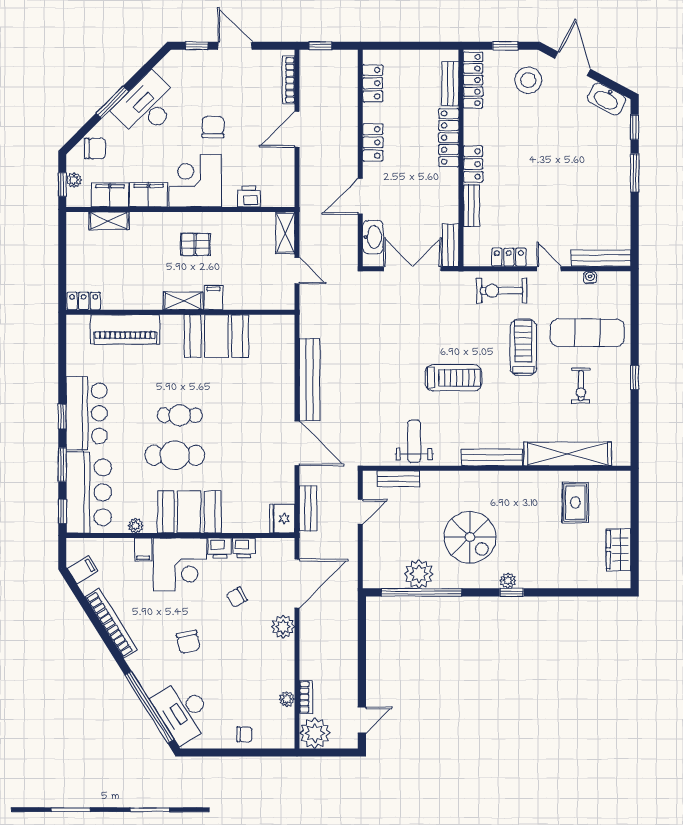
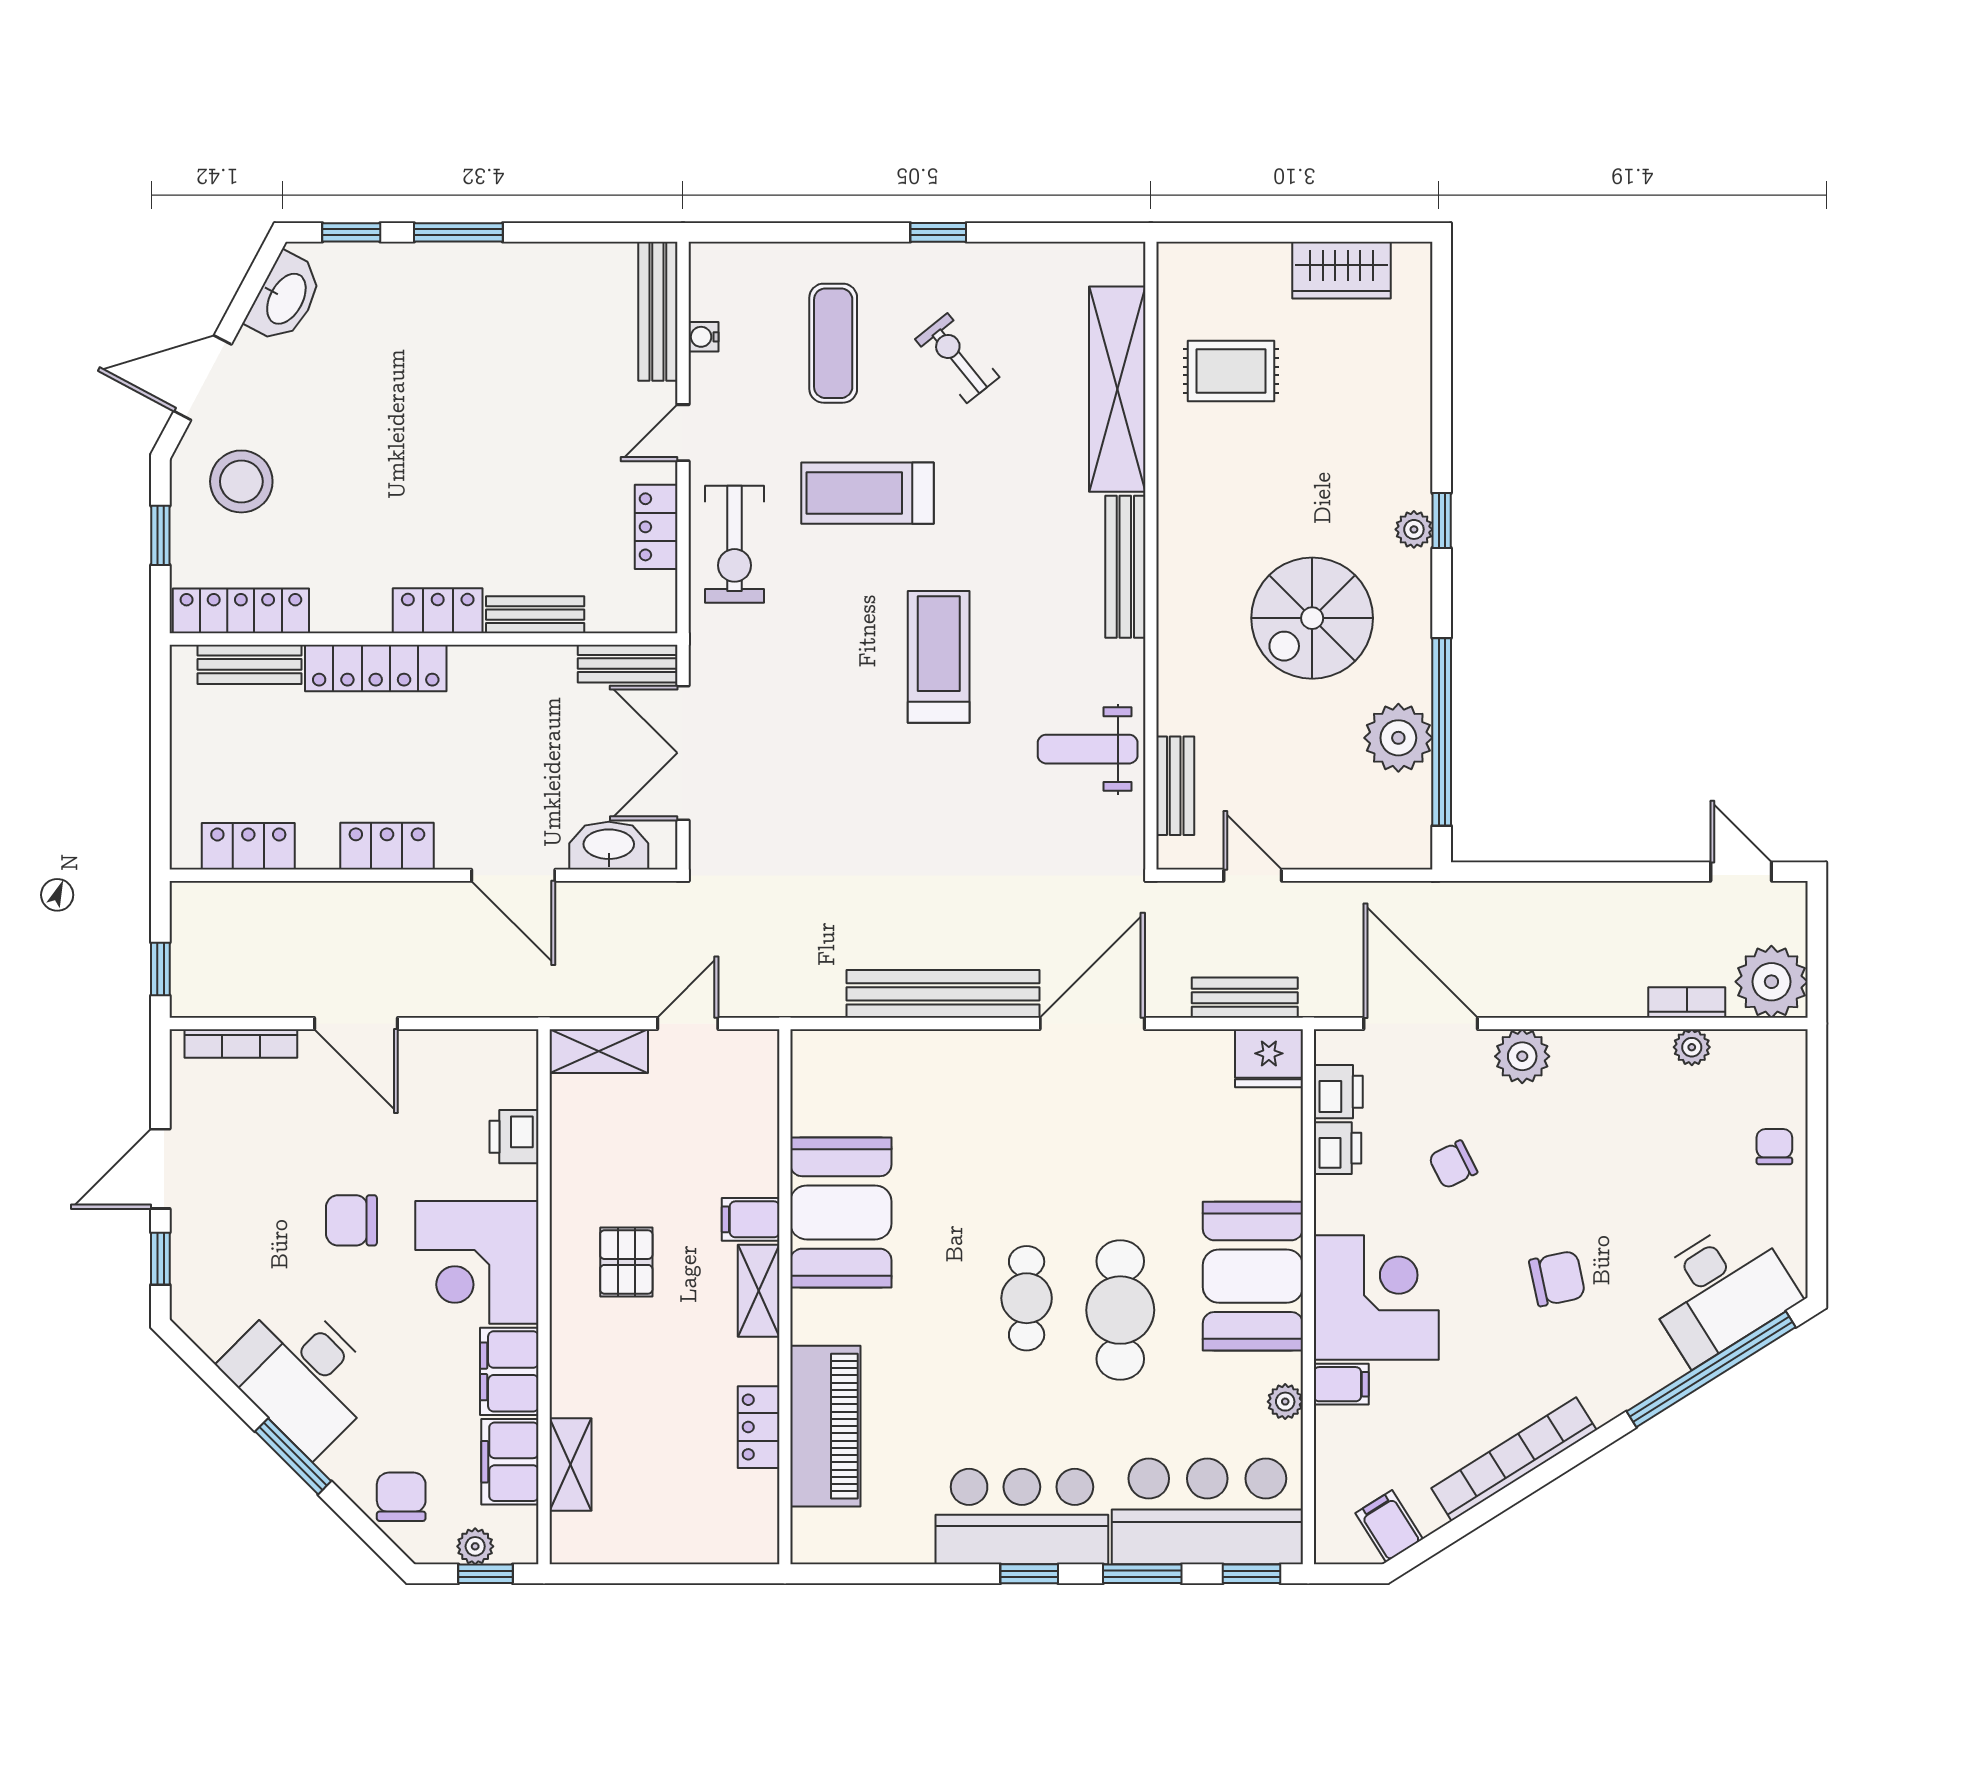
locker: (84, 301) -> (759, 1427), moved
exercise mat: (587, 333) -> (833, 343), width x0.73, depth x0.69
exercise bike: (581, 386) -> (957, 358), turned -129
spiral stairs: (470, 537) -> (1312, 618), turned 180
printer: (220, 548) -> (1338, 1092), moved
chair: (237, 597) -> (1453, 1165), turned 93

